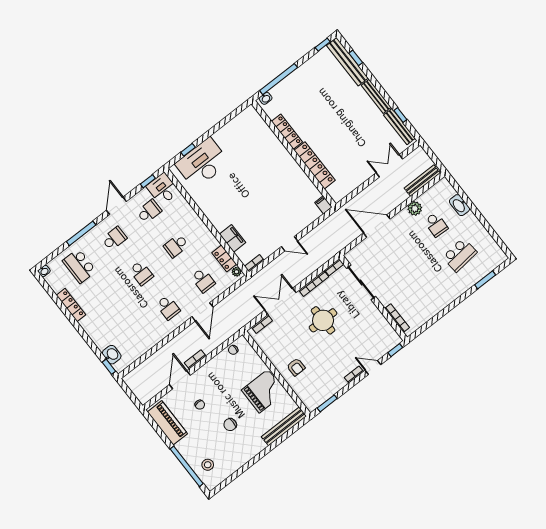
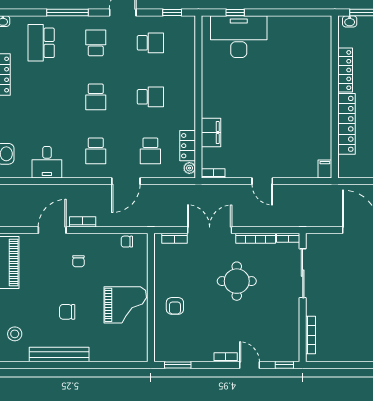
desk: (163, 189) -> (47, 162), moved, turned 180
school desk: (114, 239) -> (96, 43), turned -90
school desk: (176, 246) -> (150, 97), turned 180
chair: (200, 405) -> (78, 261), moved
bench: (284, 426) -> (59, 354), moved

